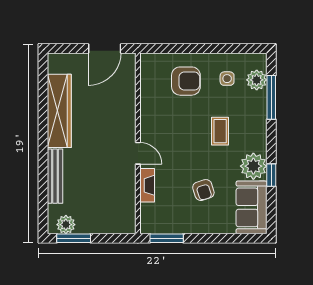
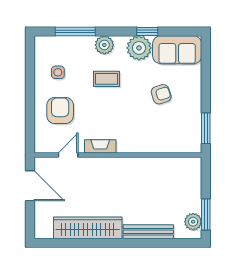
plant: (257, 80) -> (104, 45), moved
door: (138, 153) -> (68, 155), moved
fireplace: (147, 185) -> (100, 146), moved

